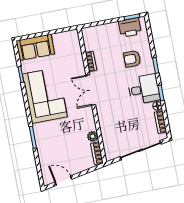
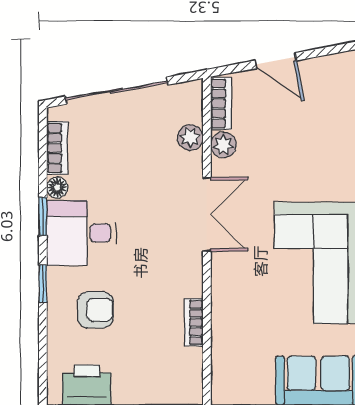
double door: (91, 90) -> (207, 214), moved
plant: (107, 137) -> (190, 138), added
door: (63, 181) -> (276, 61), moved

